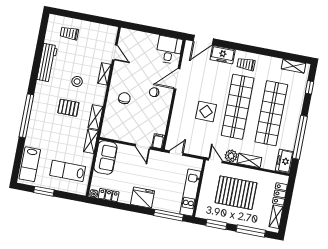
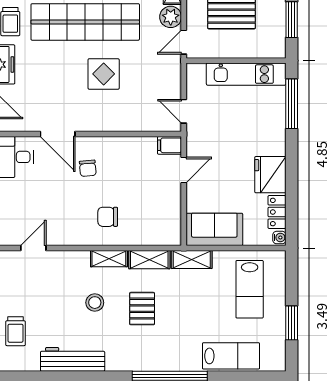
shelving: (104, 74) -> (109, 259), moved
lab bench: (30, 164) -> (231, 356), moved
fridge: (142, 198) -> (270, 175), moved

